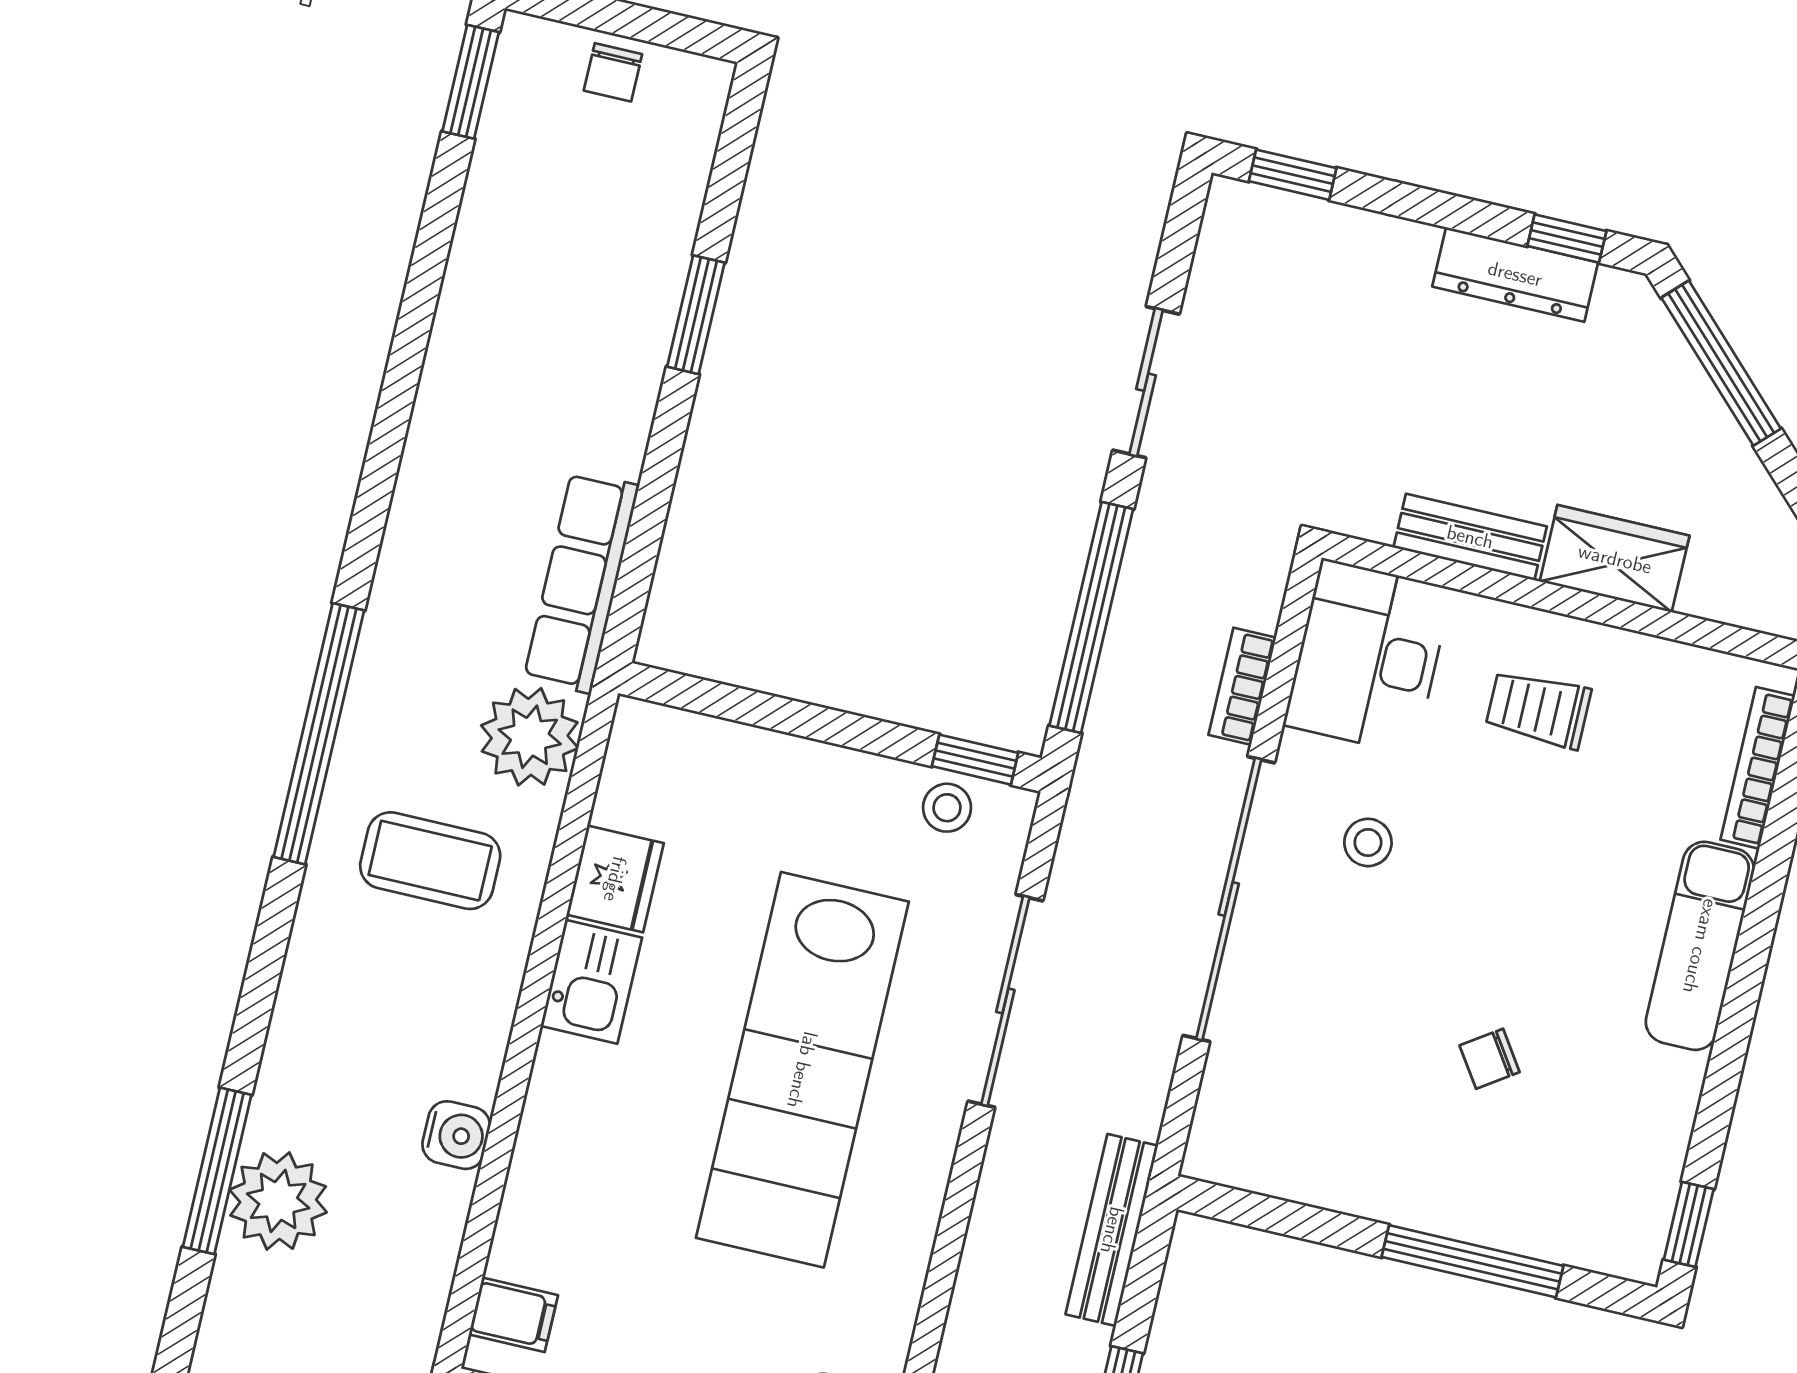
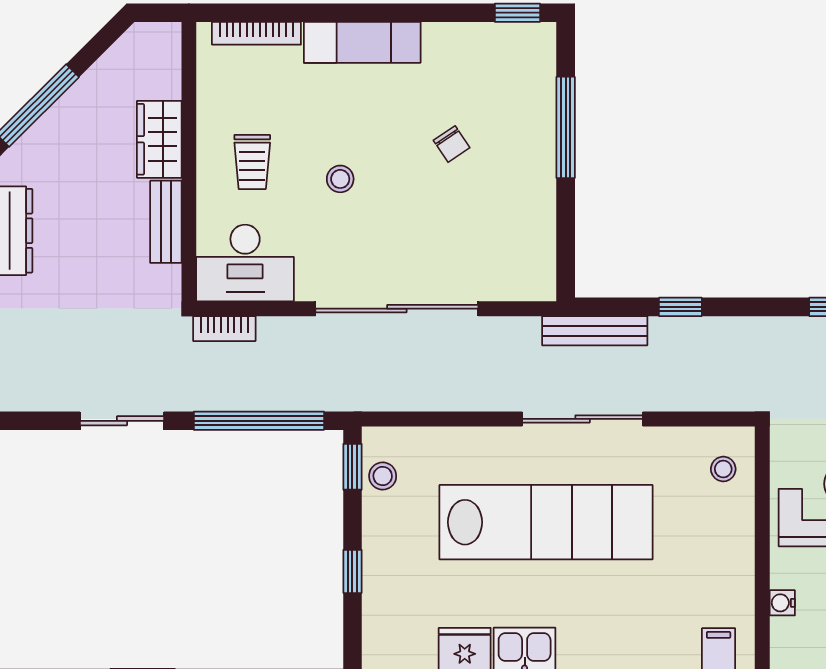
bookcase: (1242, 686) -> (224, 329), moved
window: (795, 718) -> (352, 571), added
stool: (1368, 842) -> (340, 179), moved
sliding door: (1005, 1001) -> (583, 419), moved

